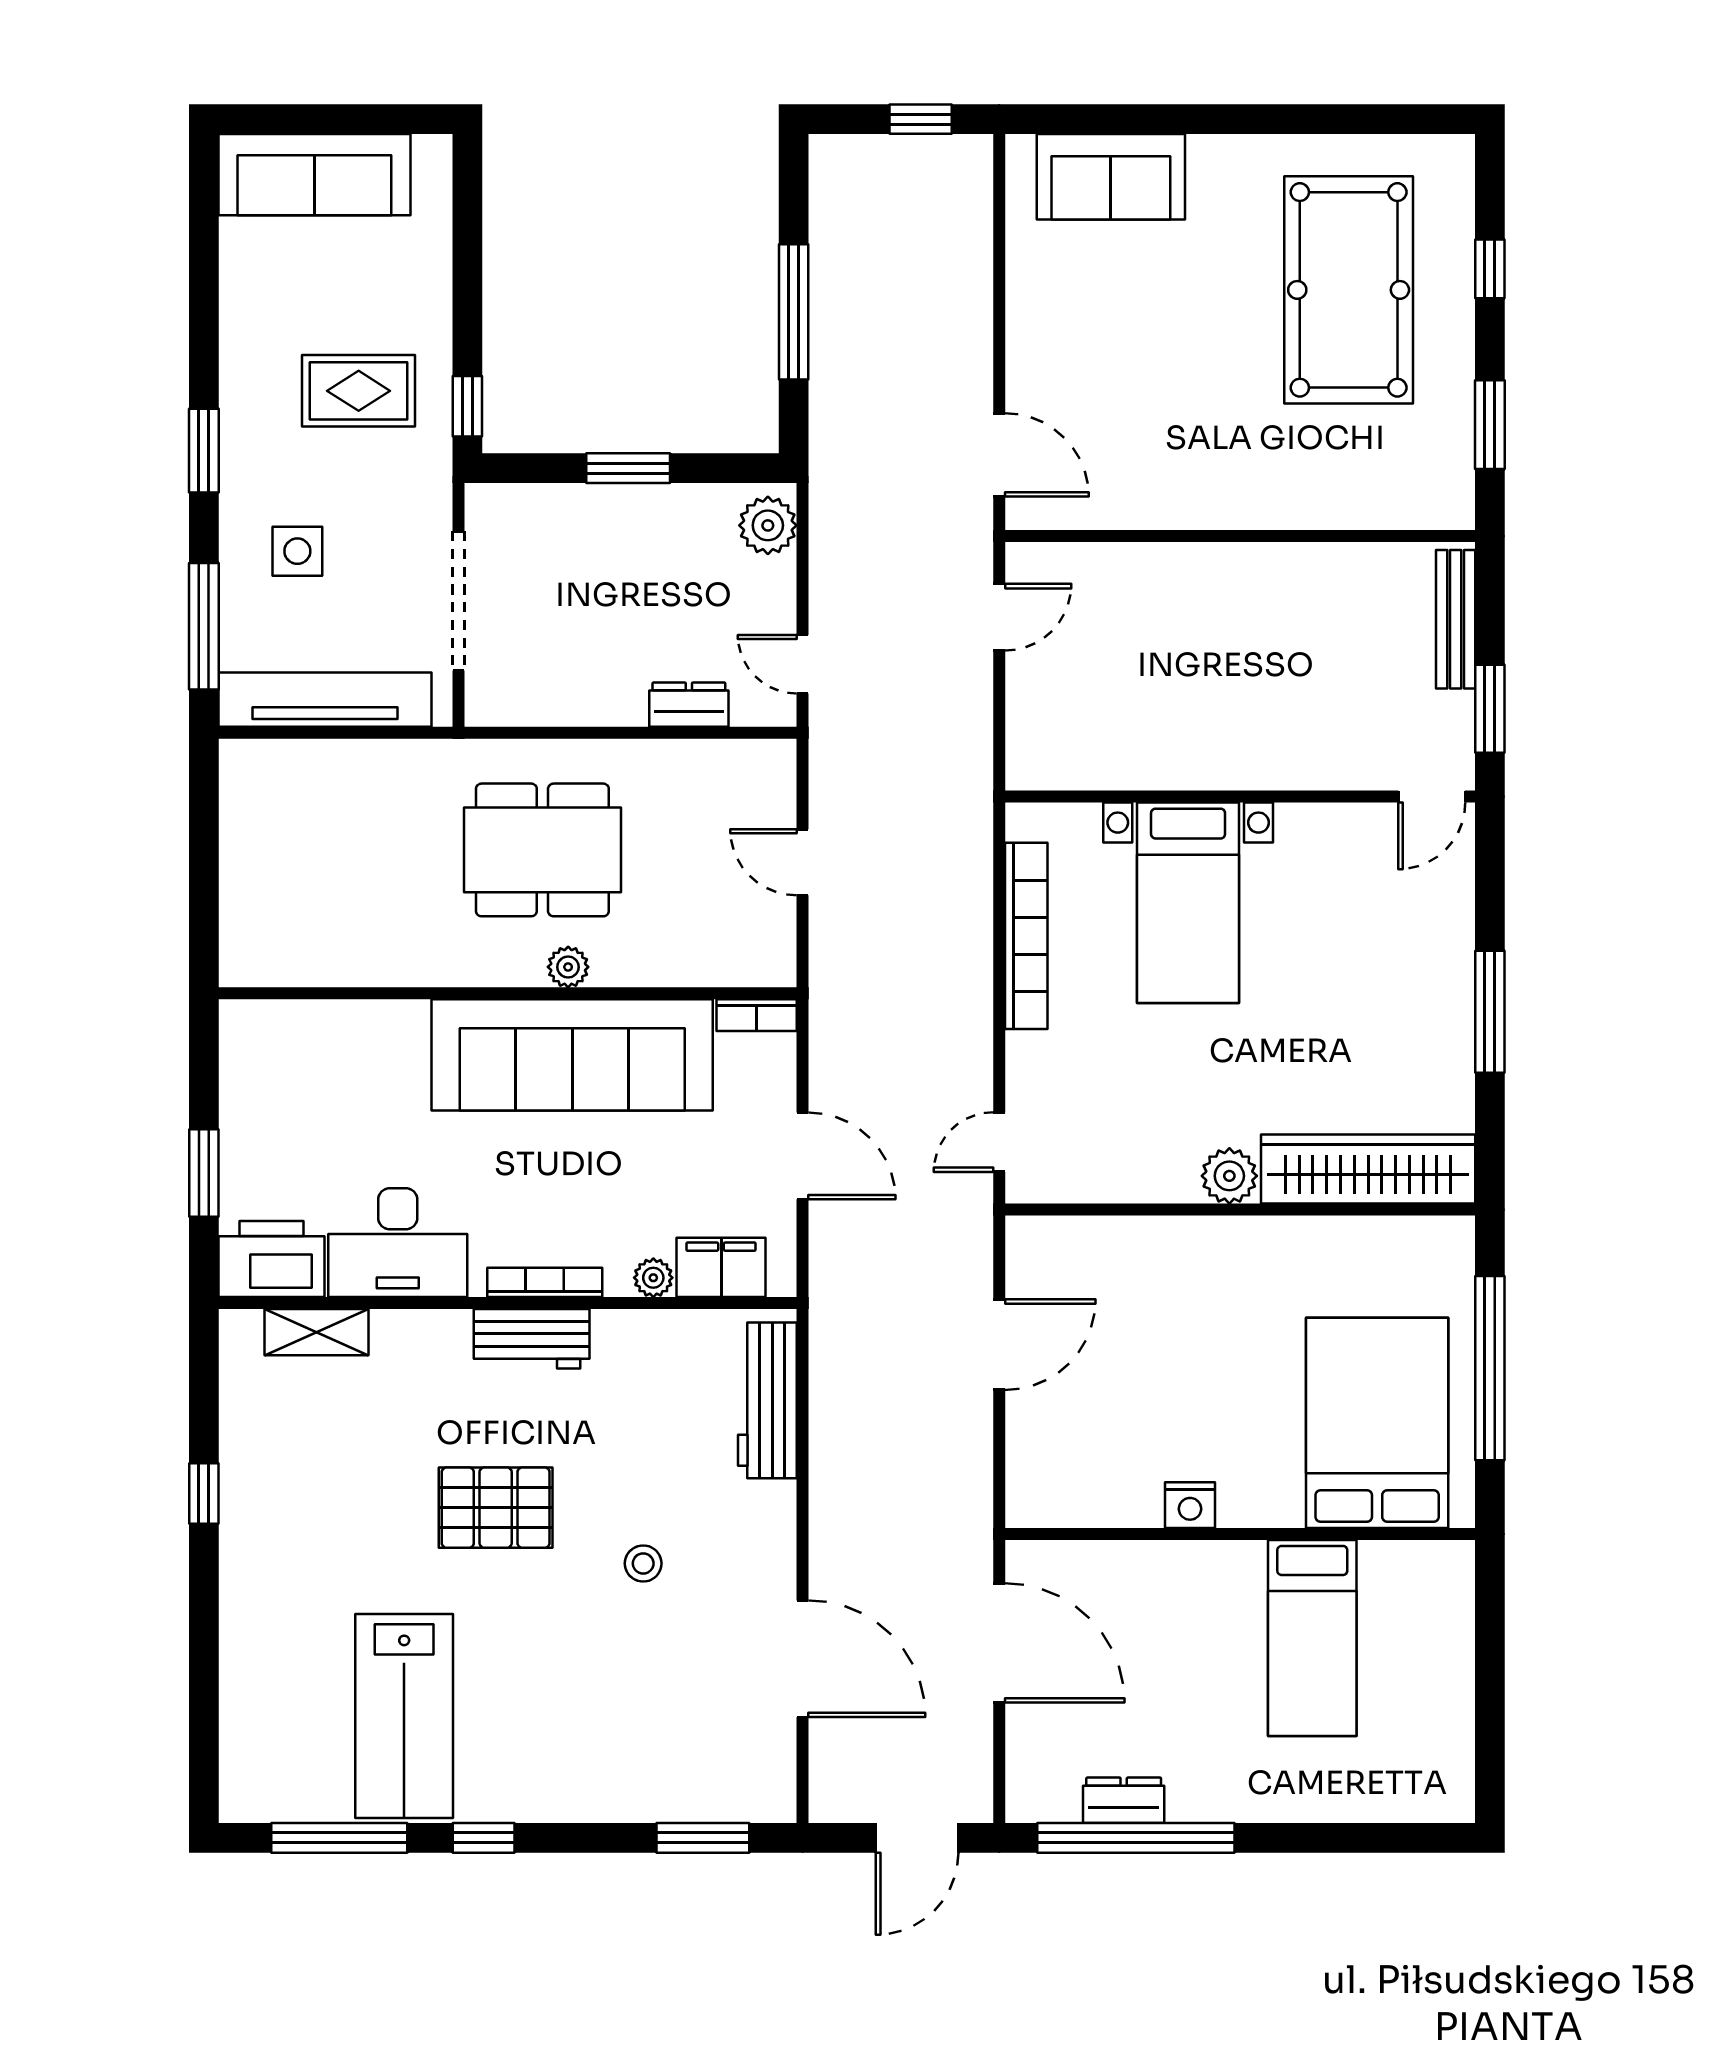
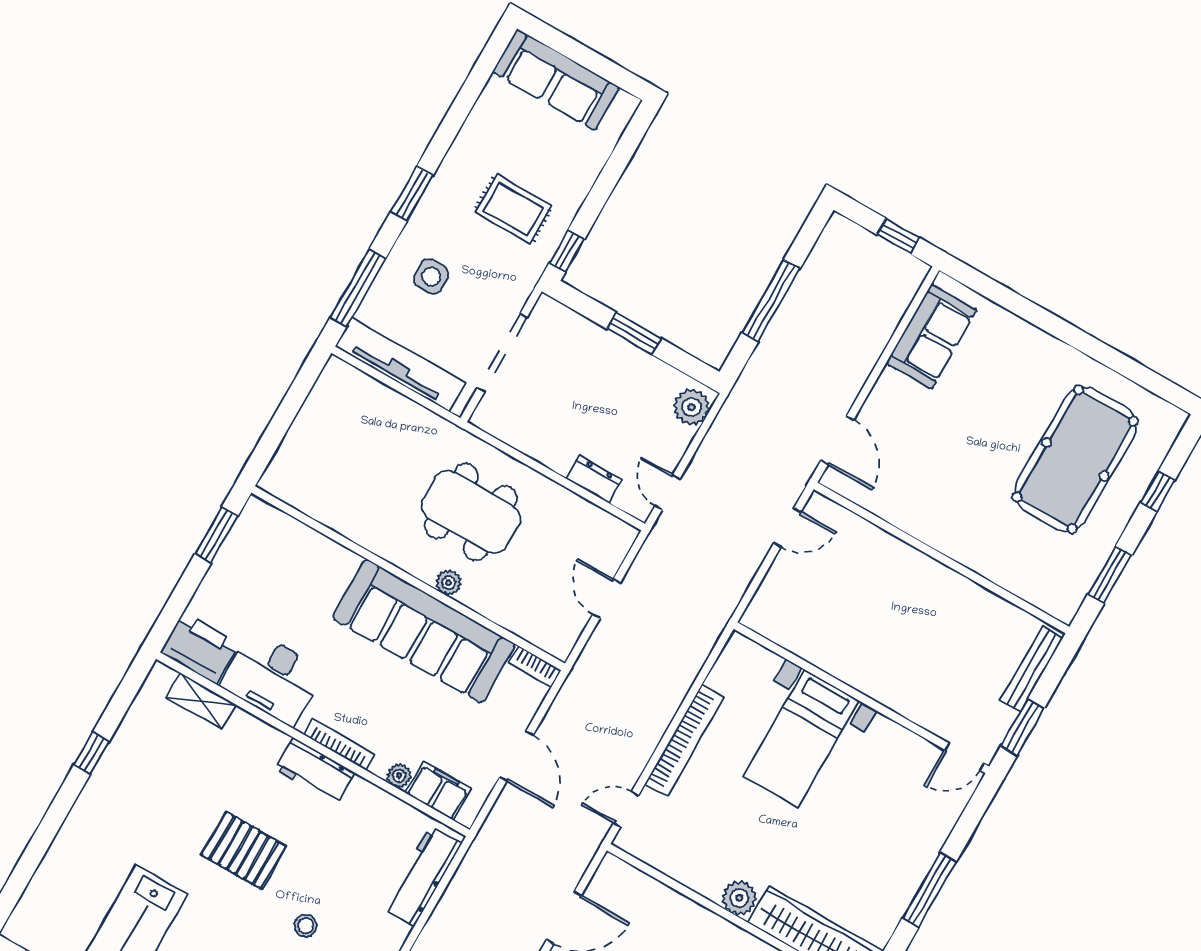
sofa: (1111, 177) -> (932, 336), moved, turned -90
bookcase: (1026, 936) -> (684, 741), moved
window: (204, 1173) -> (216, 535), moved

